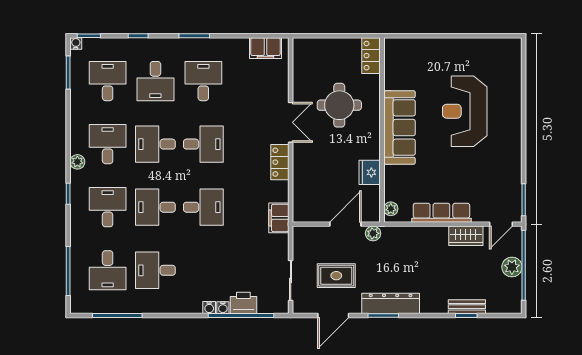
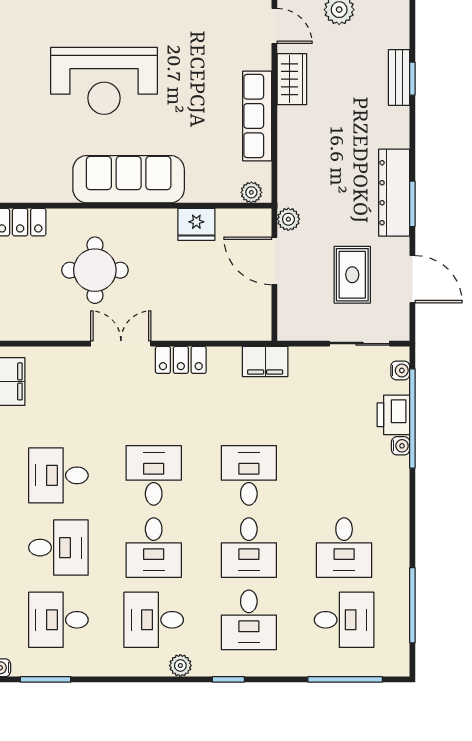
desk: (108, 207) -> (249, 620), turned -90
water cooler: (209, 308) -> (400, 370), moved

